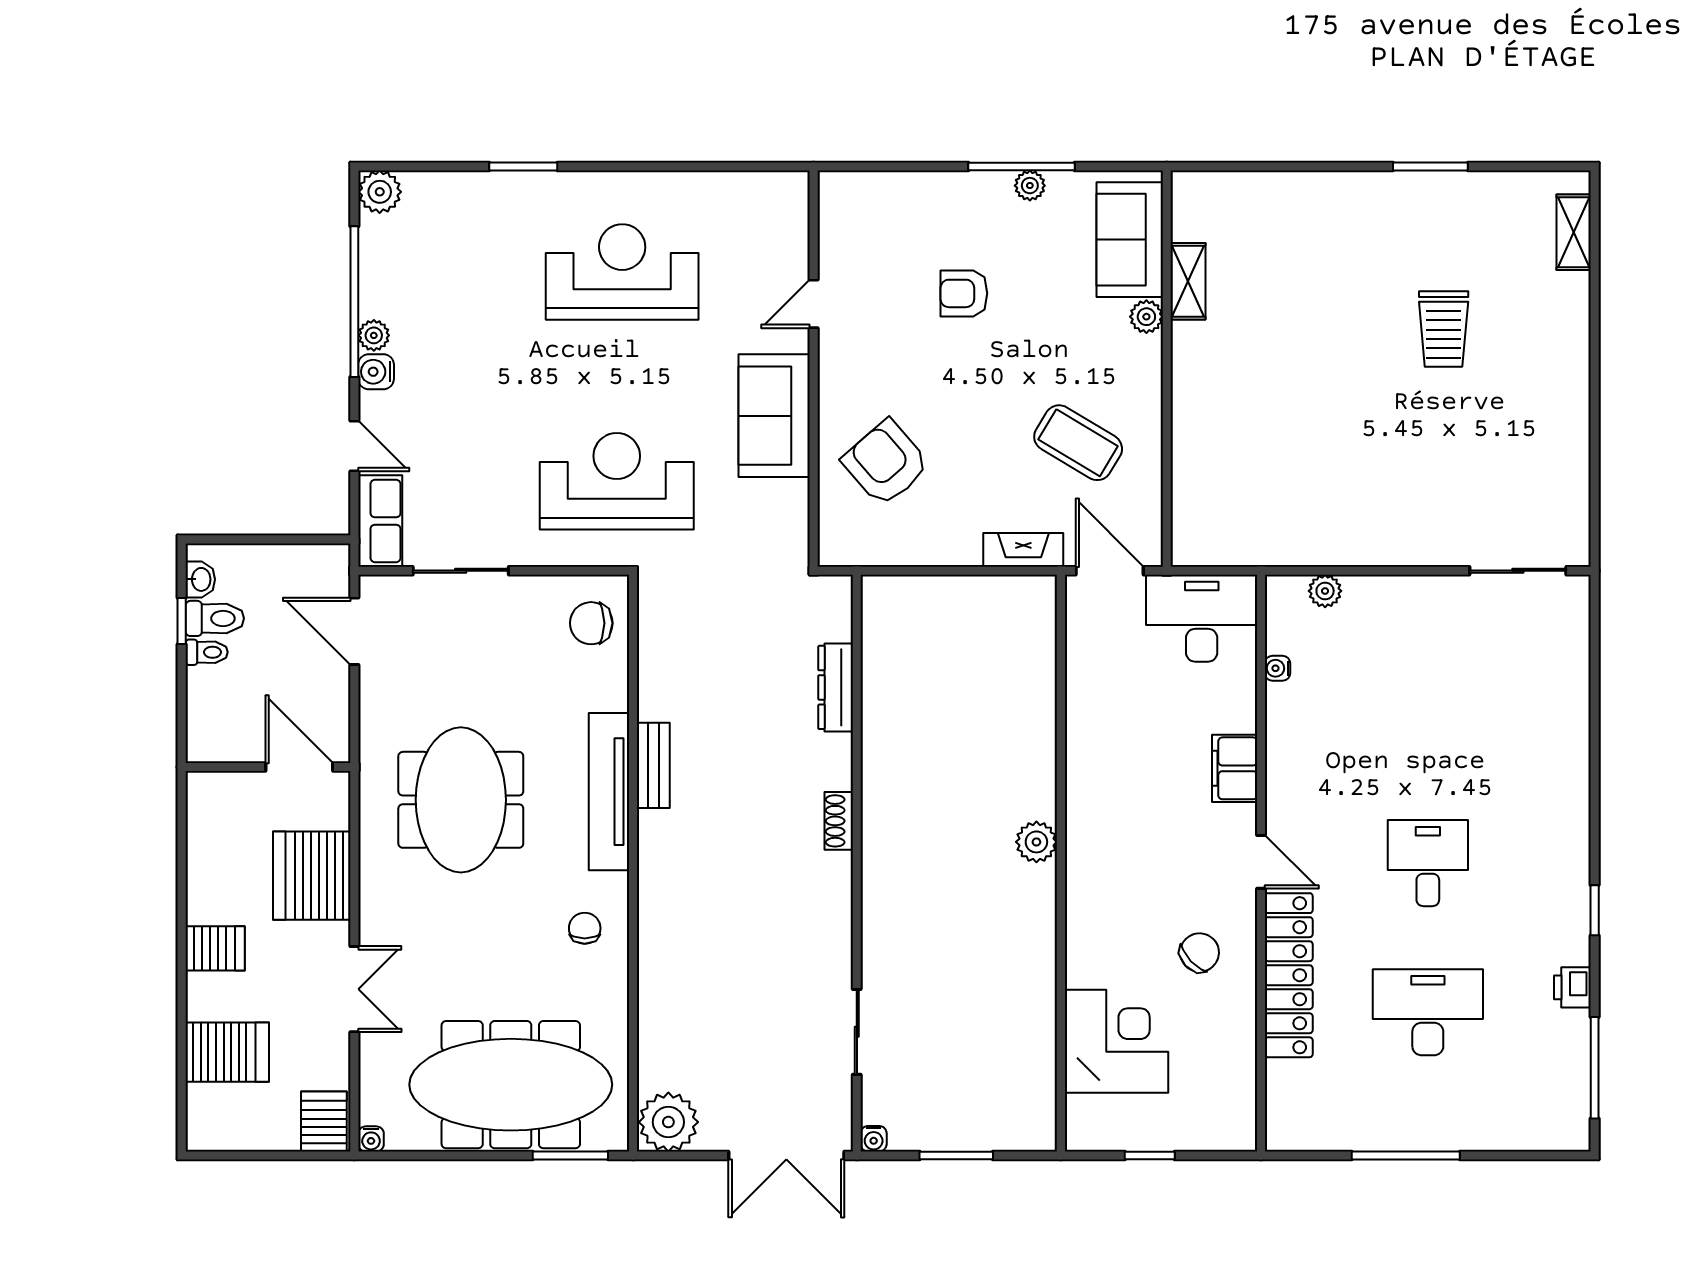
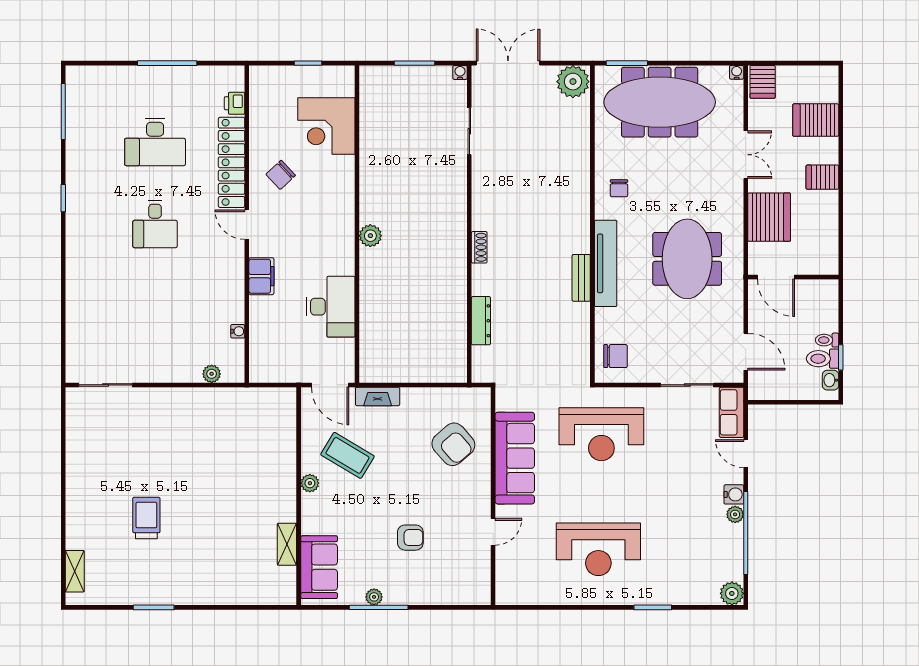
plant: (1146, 317) -> (310, 483), moved
sofa: (774, 416) -> (515, 458), width x1.36
desk: (1202, 618) -> (331, 307), moved, turned -90
printer: (1572, 987) -> (235, 103), moved, turned 180
double door: (354, 989) -> (746, 155), swing flipped

